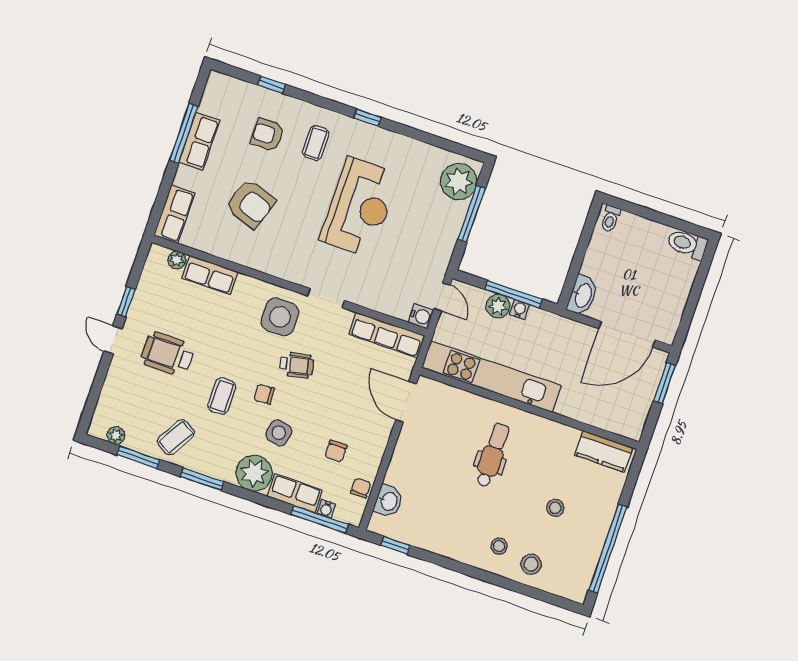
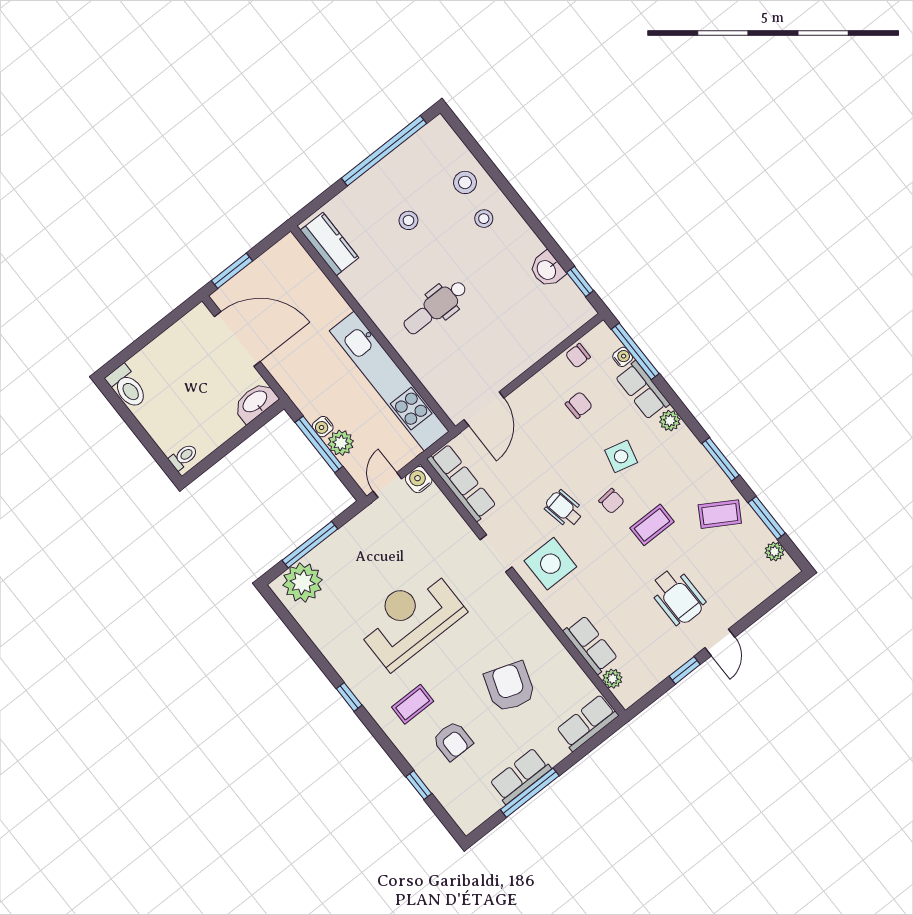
plant: (254, 473) -> (670, 421), width x0.53, depth x0.53
washbasin: (388, 501) -> (547, 269), moved, turned -90

